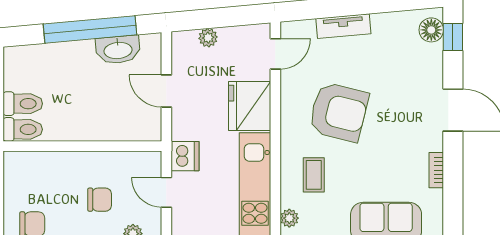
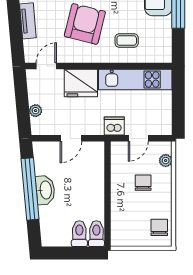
washbasin: (118, 50) -> (45, 190), moved
door: (275, 54) -> (46, 66), hinge flipped
plant: (289, 218) -> (155, 57), removed

